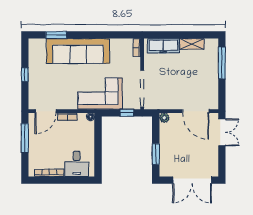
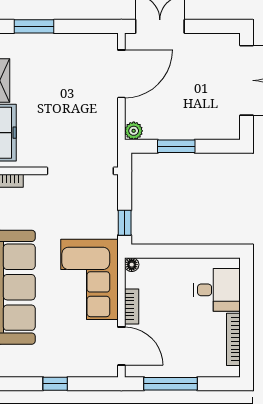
window: (222, 63) -> (34, 26), width x0.69
corner sofa: (100, 93) -> (89, 279), moved
window: (127, 113) -> (125, 223), moved
window: (156, 154) -> (176, 146), moved

